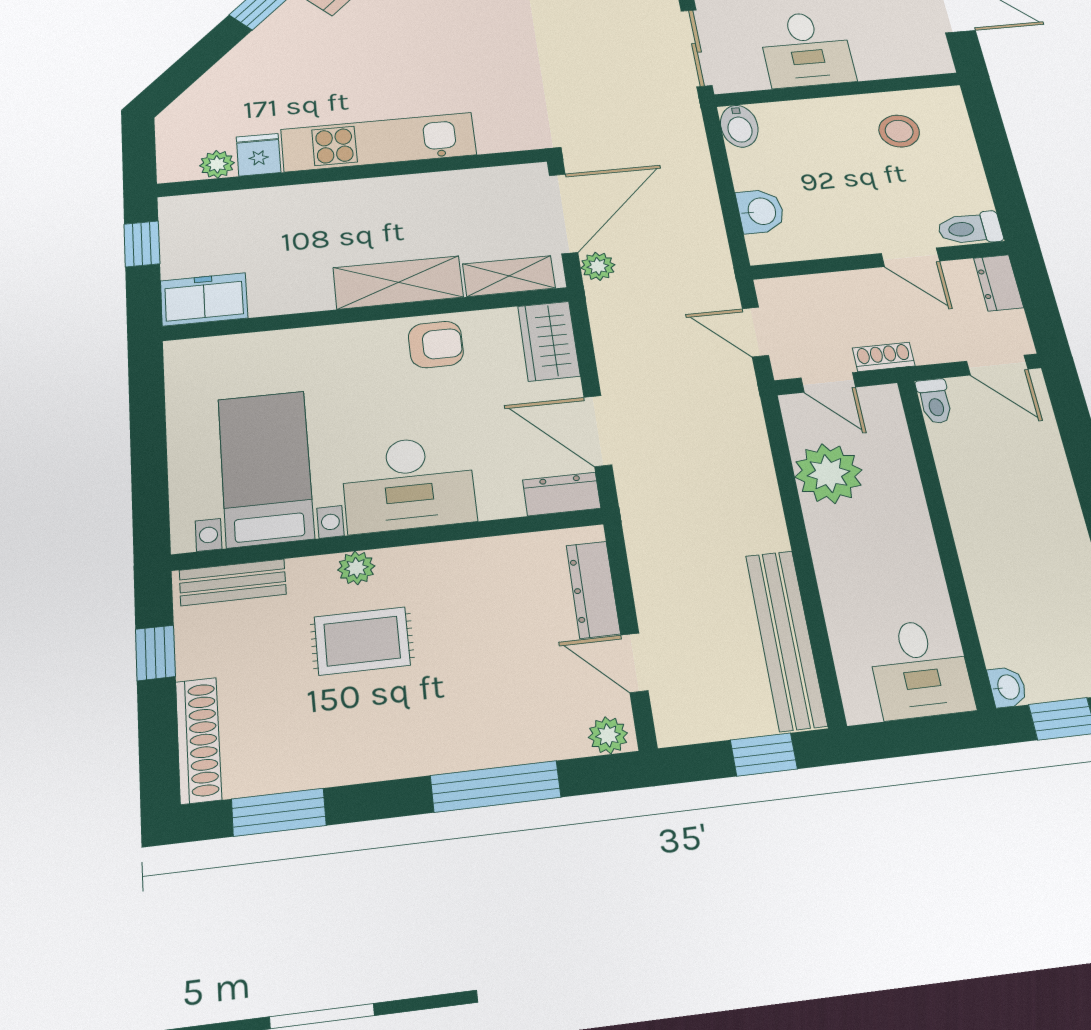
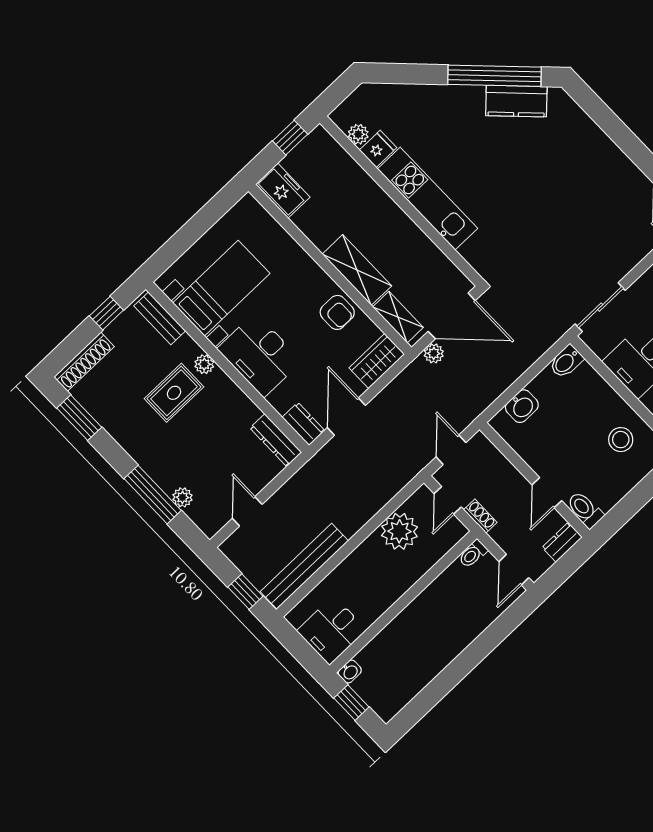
dresser: (593, 589) -> (276, 440), moved, turned -90
rug: (362, 641) -> (174, 393), turned 90
plant: (608, 735) -> (182, 497), moved

